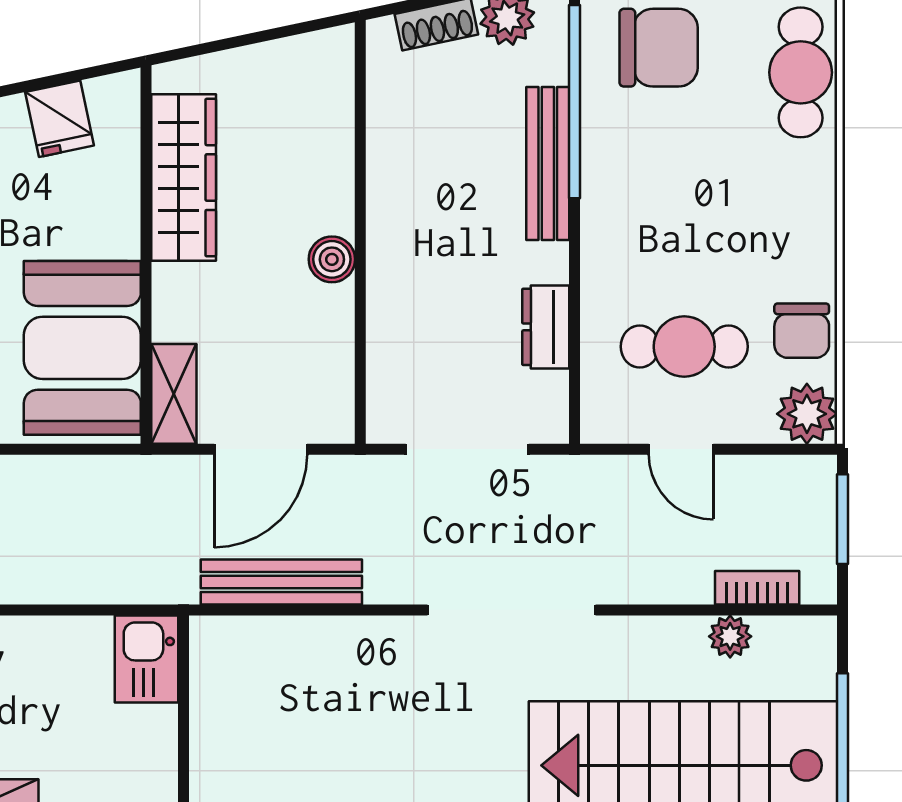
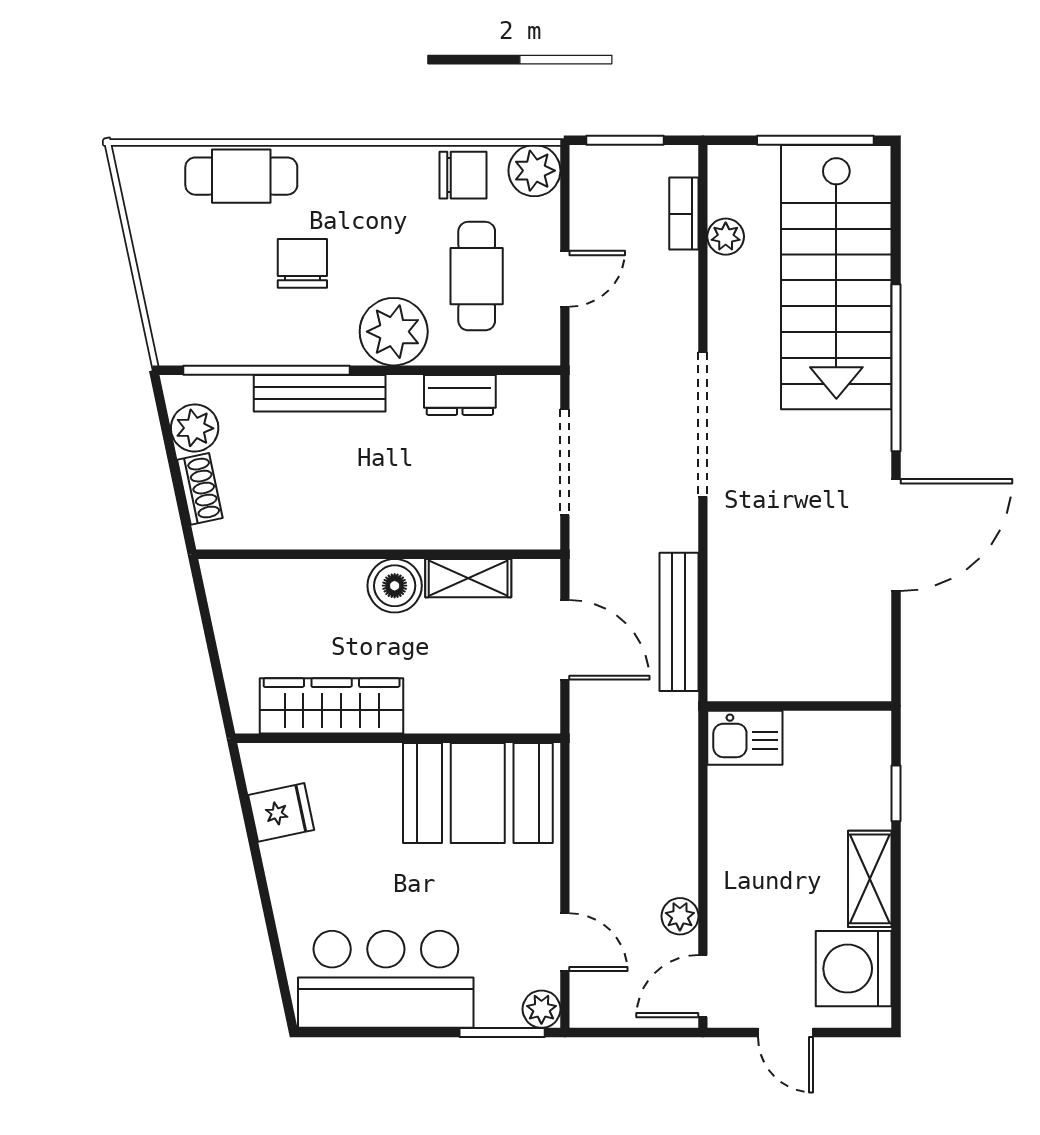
chair: (659, 48) -> (302, 263), moved, width x0.73, depth x0.73
plant: (619, 250) -> (394, 332), added
boiler: (332, 259) -> (395, 586), width x1.36, depth x1.36
shelving: (174, 394) -> (468, 578), moved

